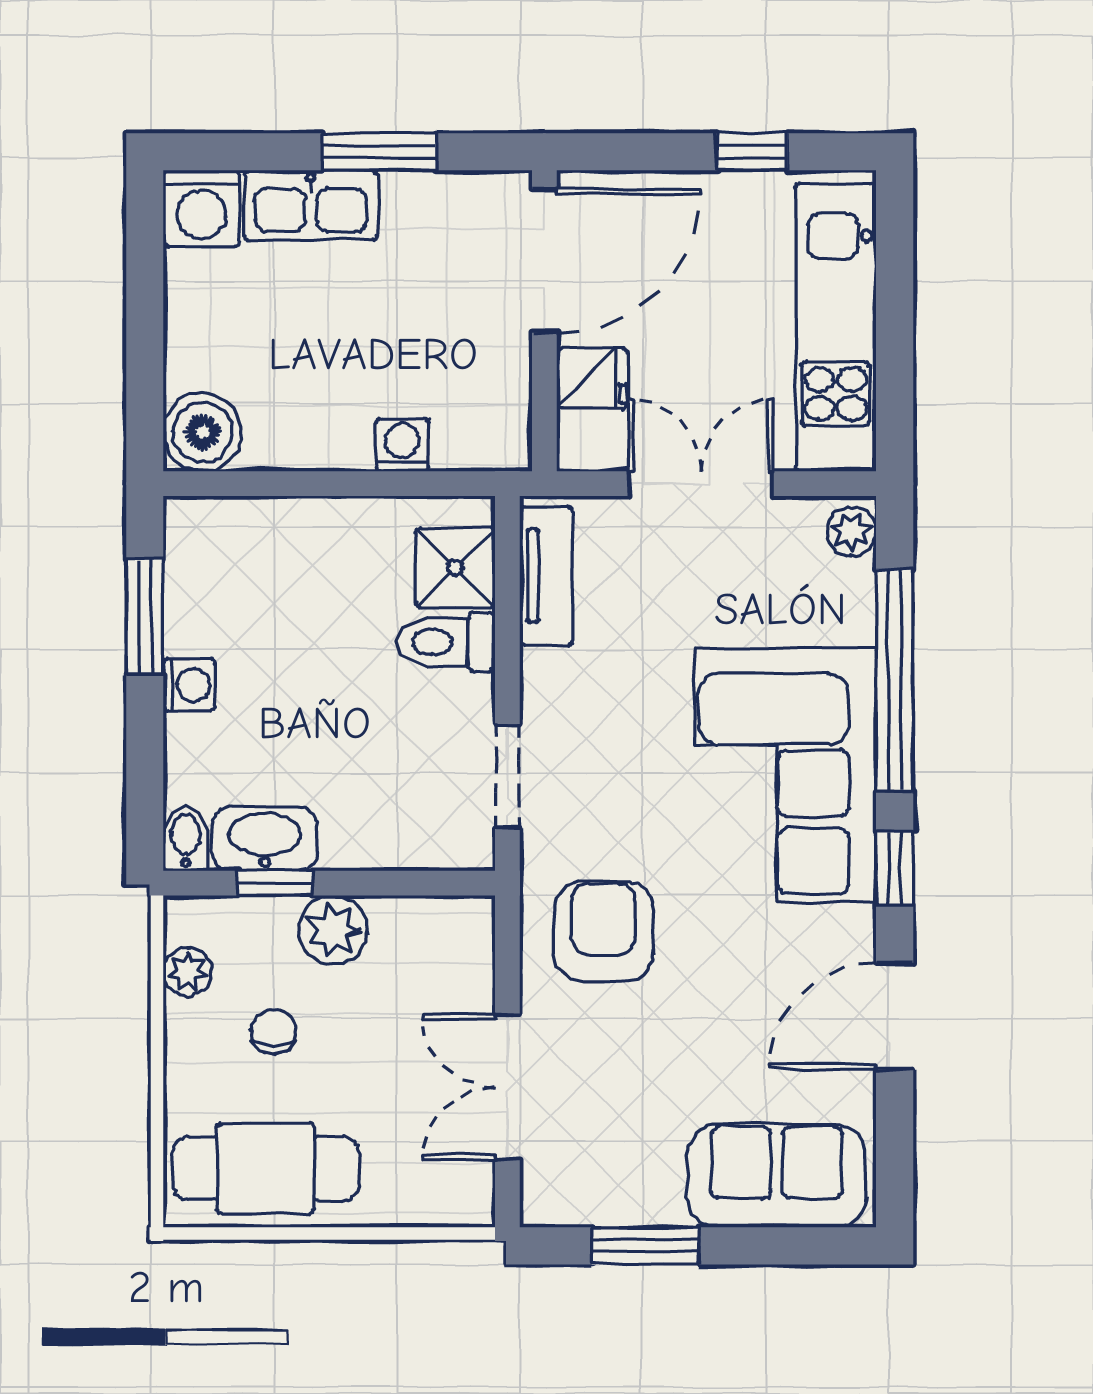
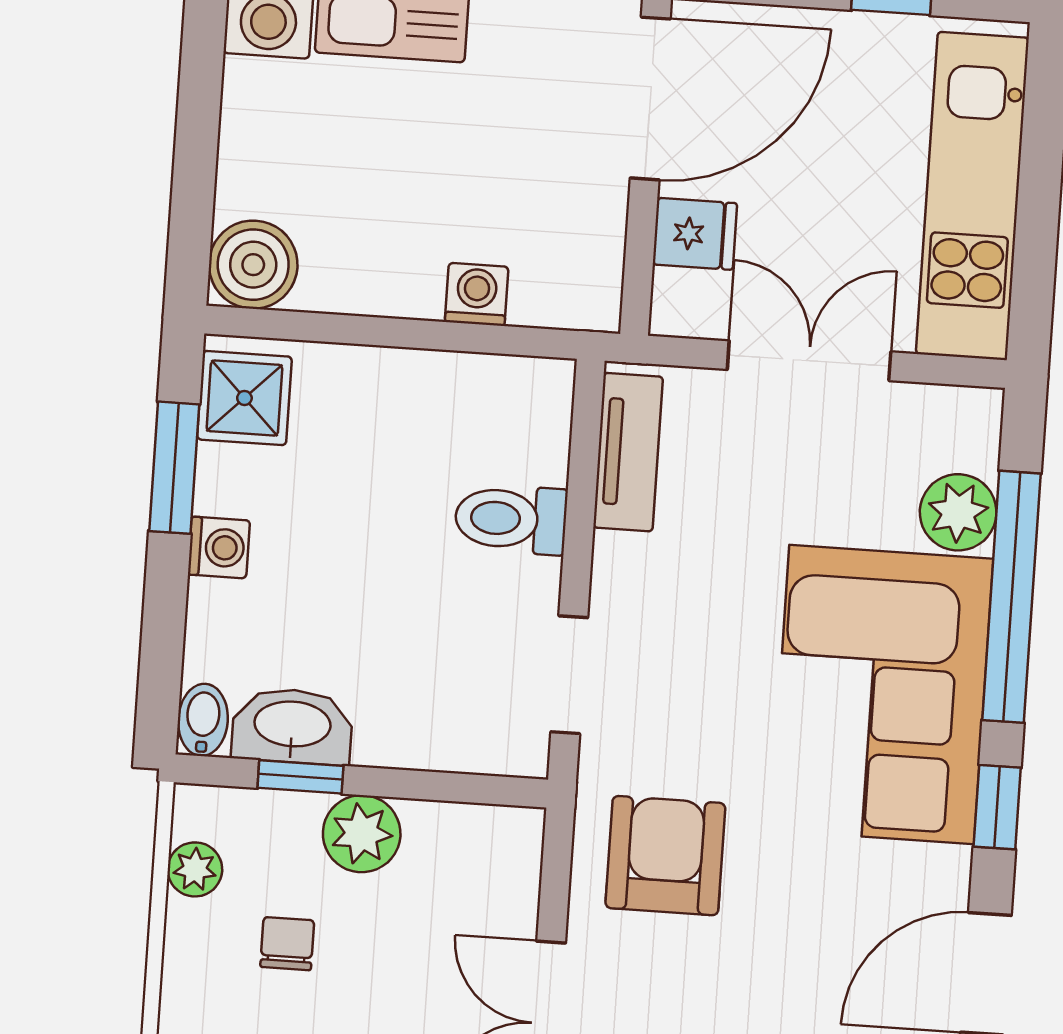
plant: (852, 531) -> (958, 512), moved, width x1.38, depth x1.38
shower: (456, 568) -> (244, 398), moved

